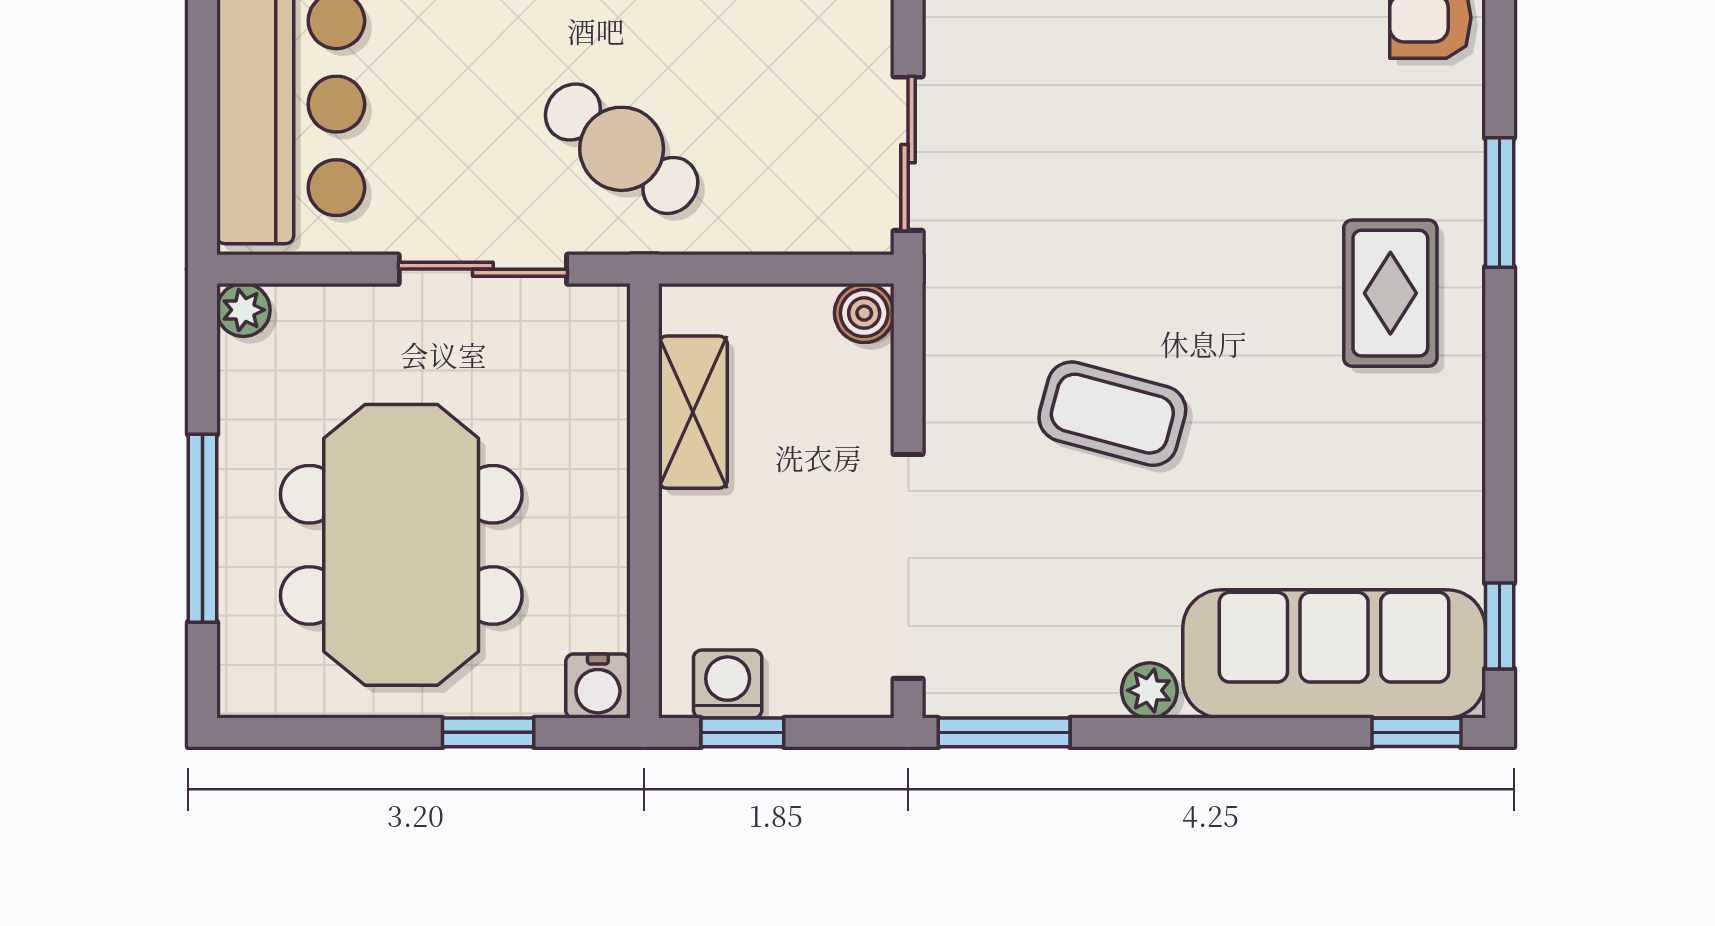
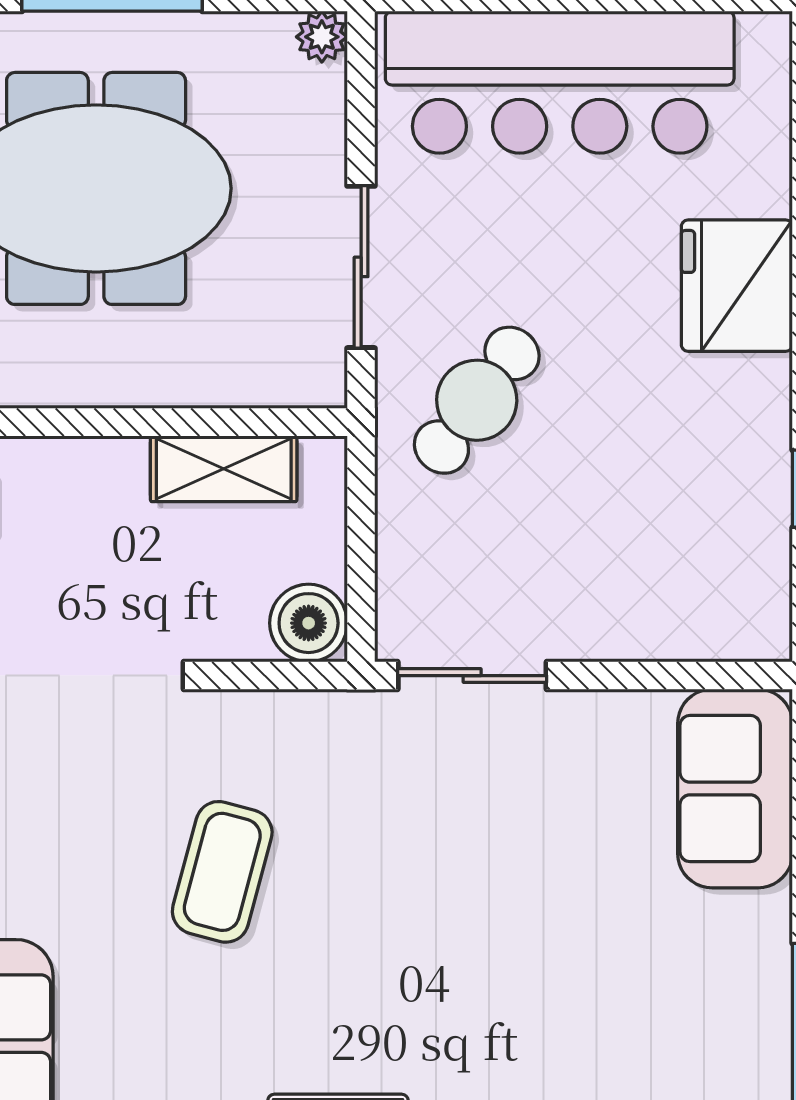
boiler: (864, 313) -> (309, 623), width x1.36, depth x1.36

